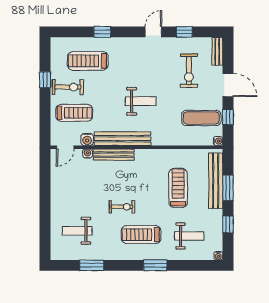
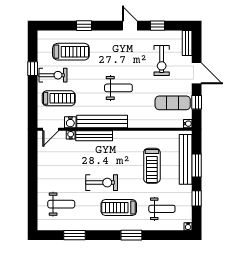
door: (153, 32) -> (130, 26), hinge flipped
treadmill: (88, 61) -> (71, 52), turned 180
treadmill: (178, 188) -> (152, 166), turned 180
exercise bike: (122, 207) -> (102, 183), width x1.38, depth x1.39
weight bench: (77, 231) -> (61, 204), turned 180

